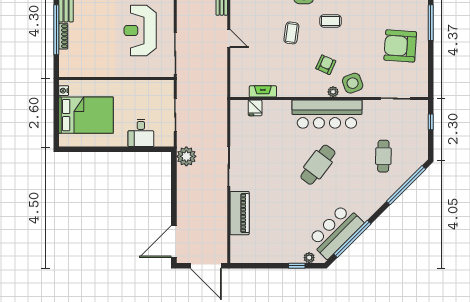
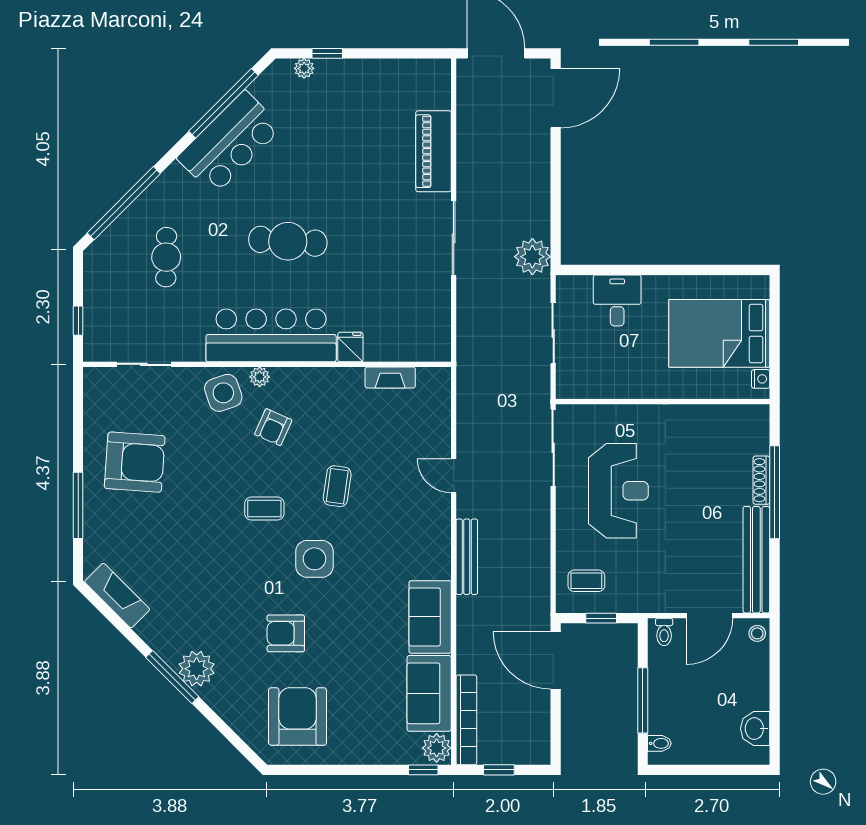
fridge: (255, 108) -> (350, 347), moved
cafe table: (318, 165) -> (288, 241), turned 57
bar counter: (336, 231) -> (230, 143), moved

